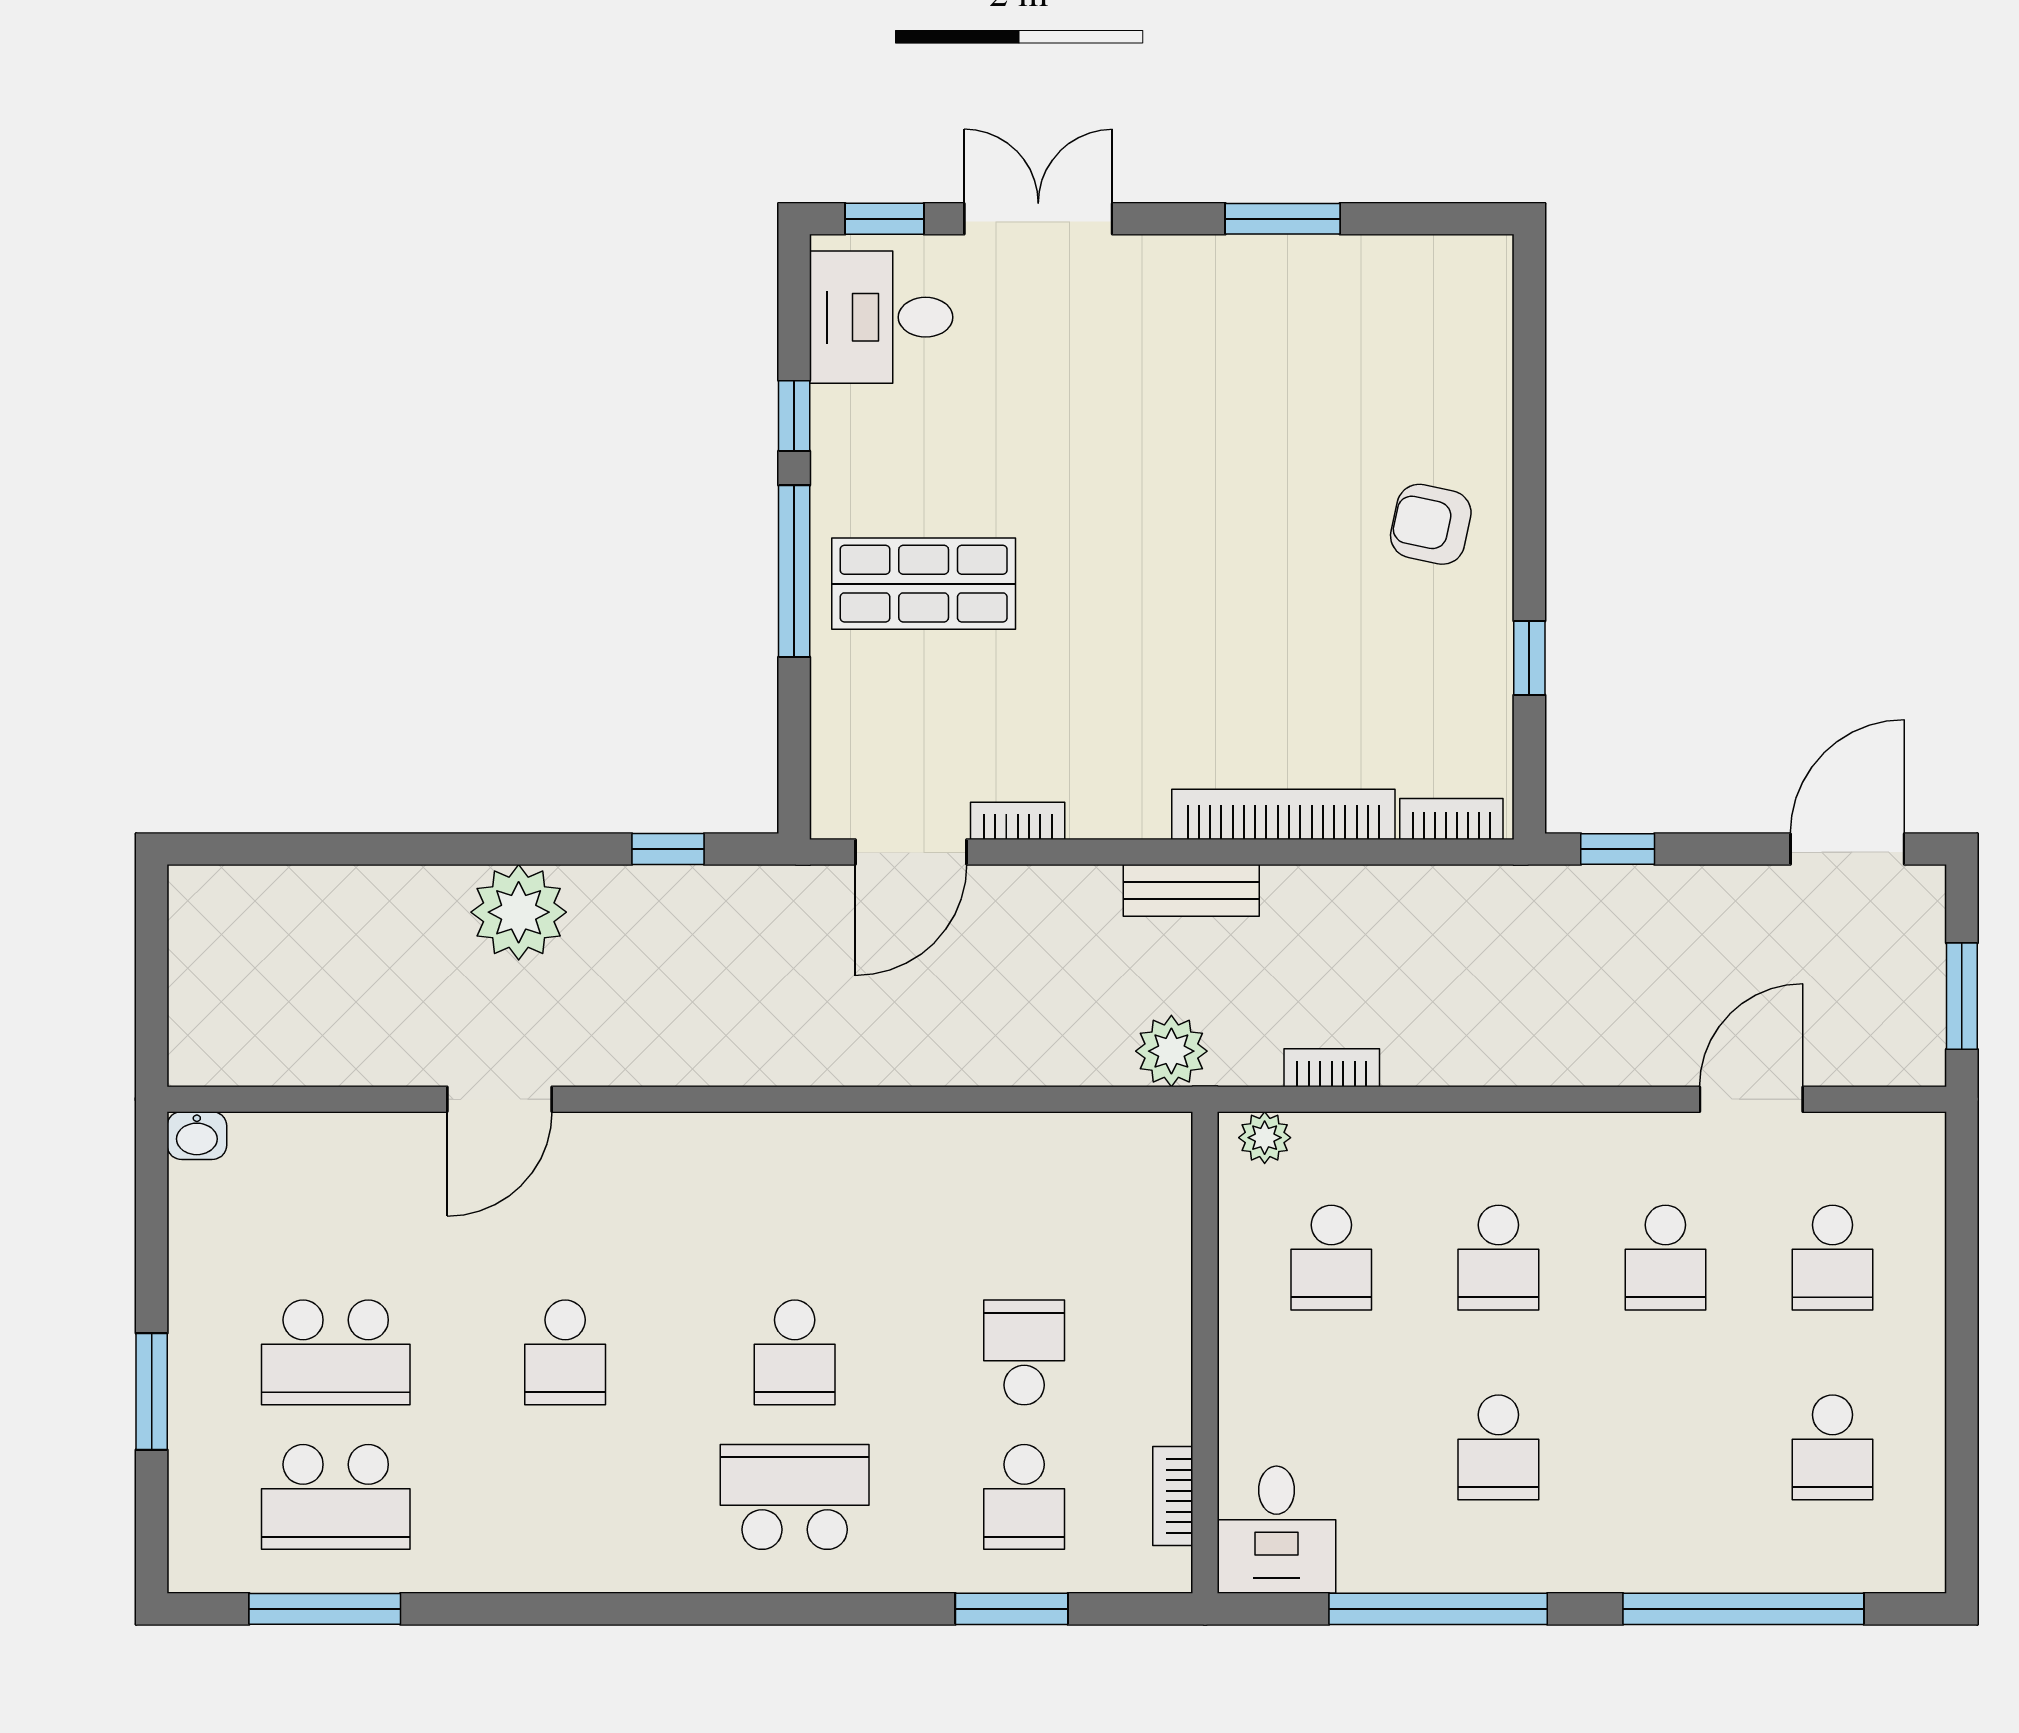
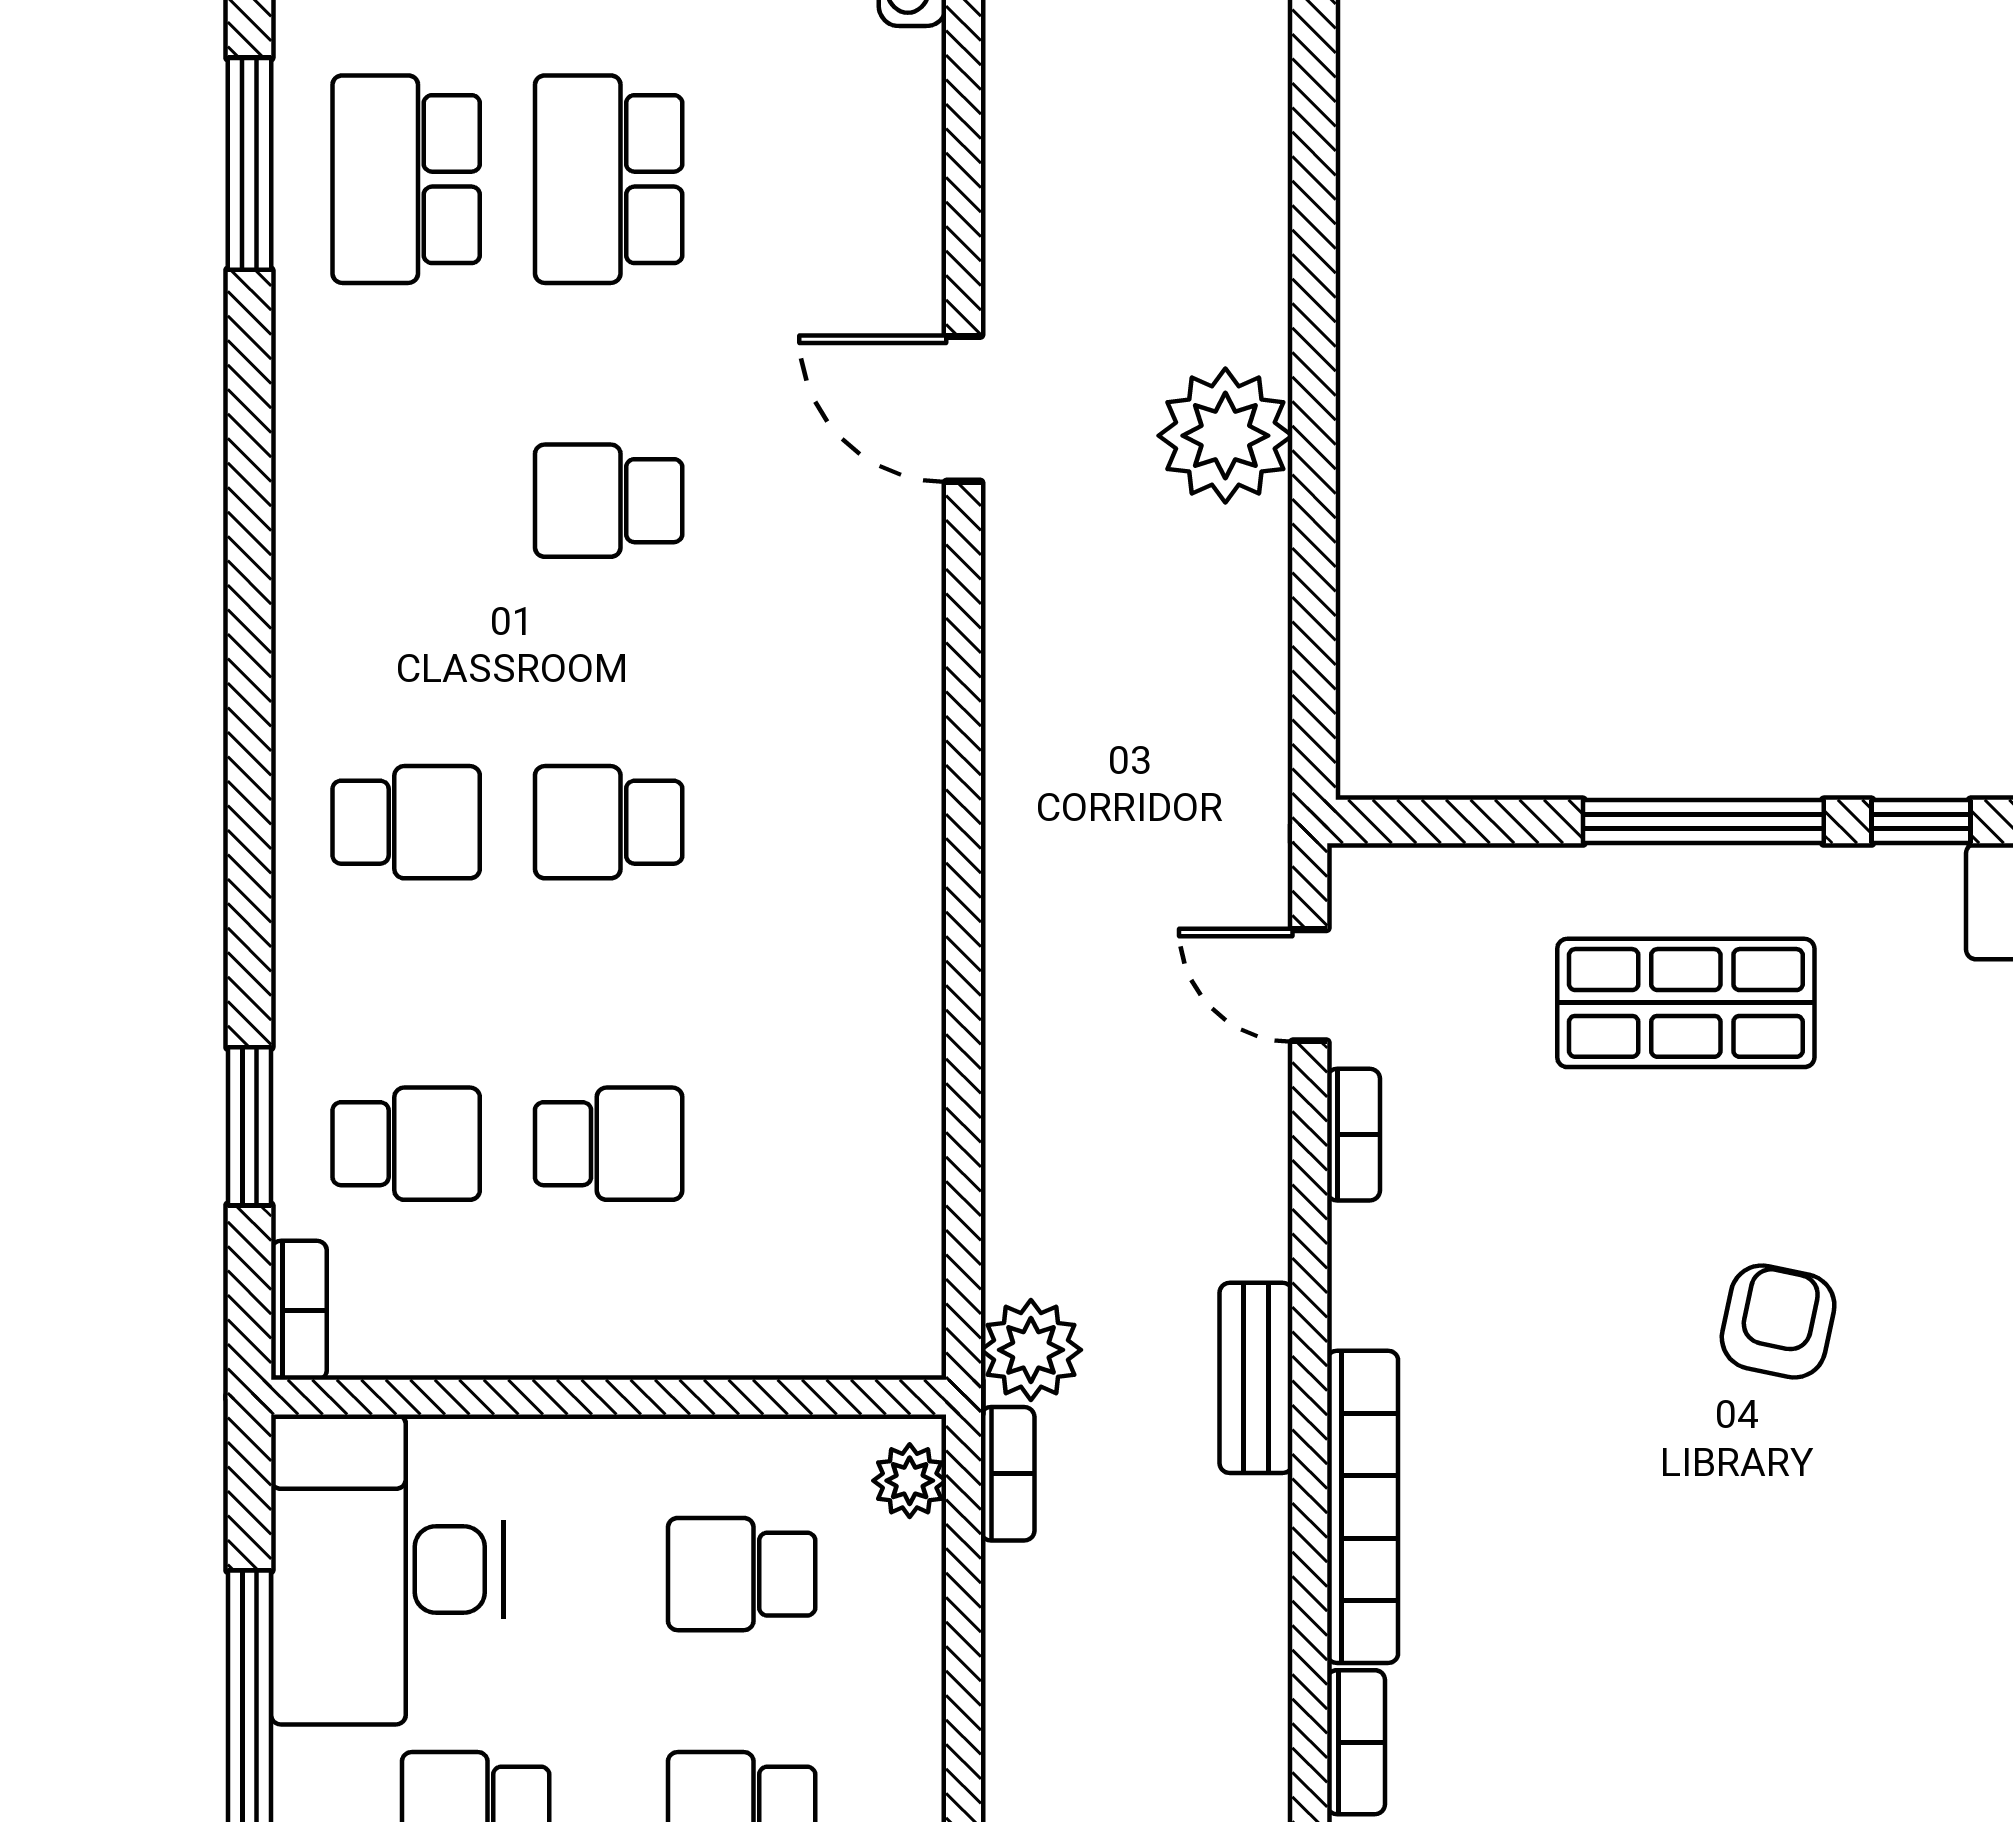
armchair: (1431, 524) -> (1778, 1322), moved
shop shelf: (924, 584) -> (1686, 1003), turned 90
window: (668, 849) -> (1314, 645), removed
door: (911, 852) -> (1310, 985), width x0.73
bookcase: (1332, 1068) -> (1008, 1474), moved
bookcase: (1173, 1496) -> (299, 1310), moved, turned 90
school desk: (795, 1497) -> (406, 822), width x0.54
school desk: (1024, 1497) -> (406, 1144), turned 180
desk: (1276, 1530) -> (387, 1570), width x1.87, depth x1.30

